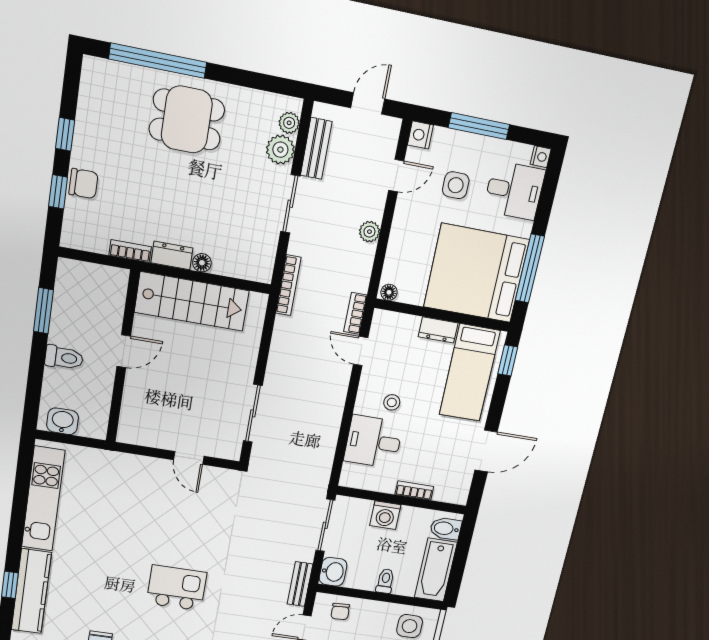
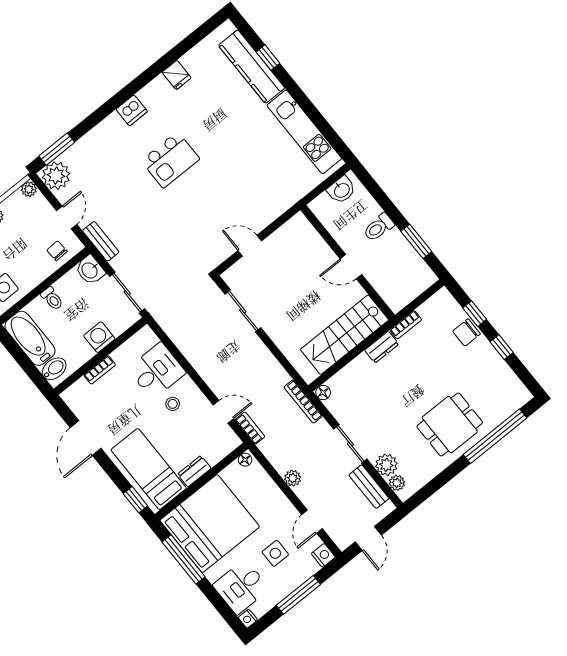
floor lamp: (202, 263) -> (323, 393), moved
door: (124, 351) -> (351, 267), hinge flipped

